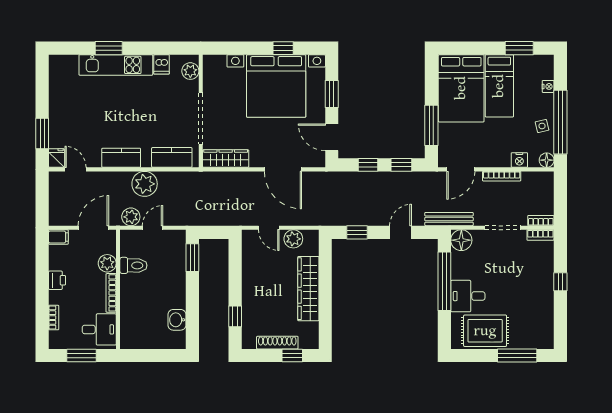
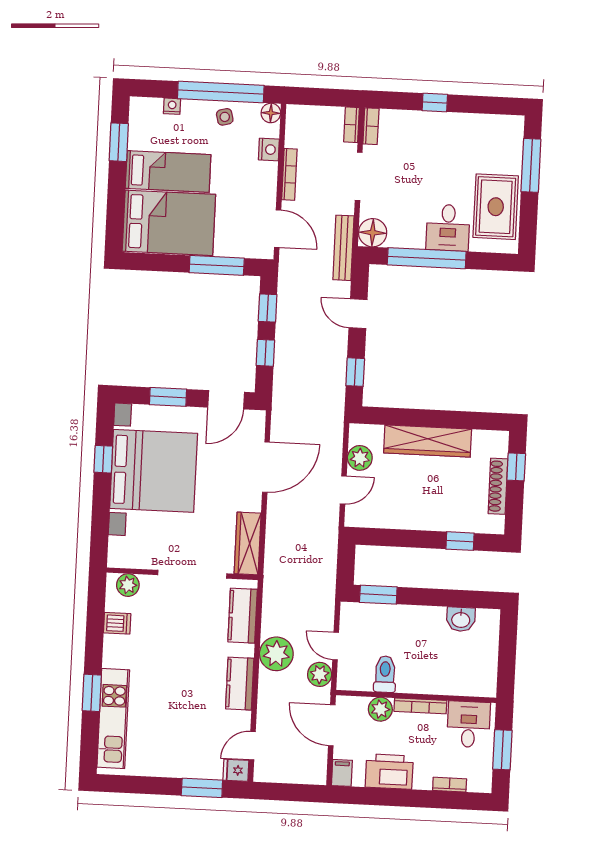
kitchen unit: (116, 65) -> (113, 718), moved
printer: (57, 280) -> (389, 772), width x1.87, depth x1.48

